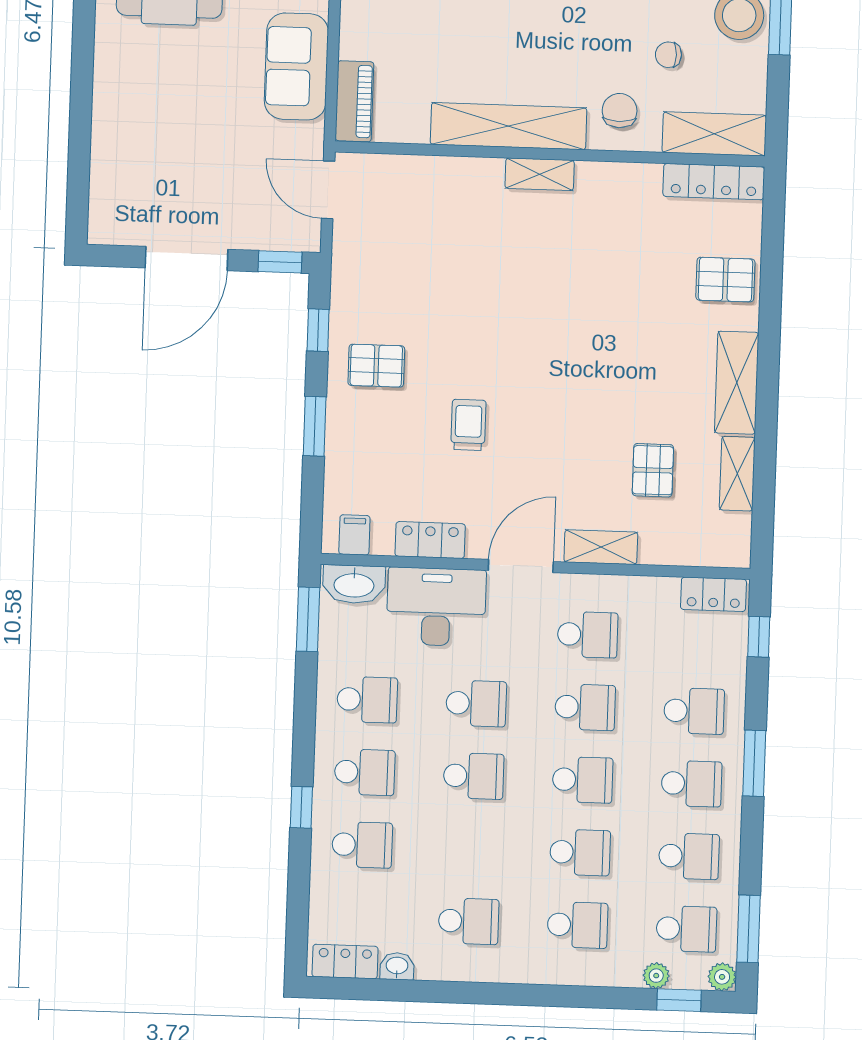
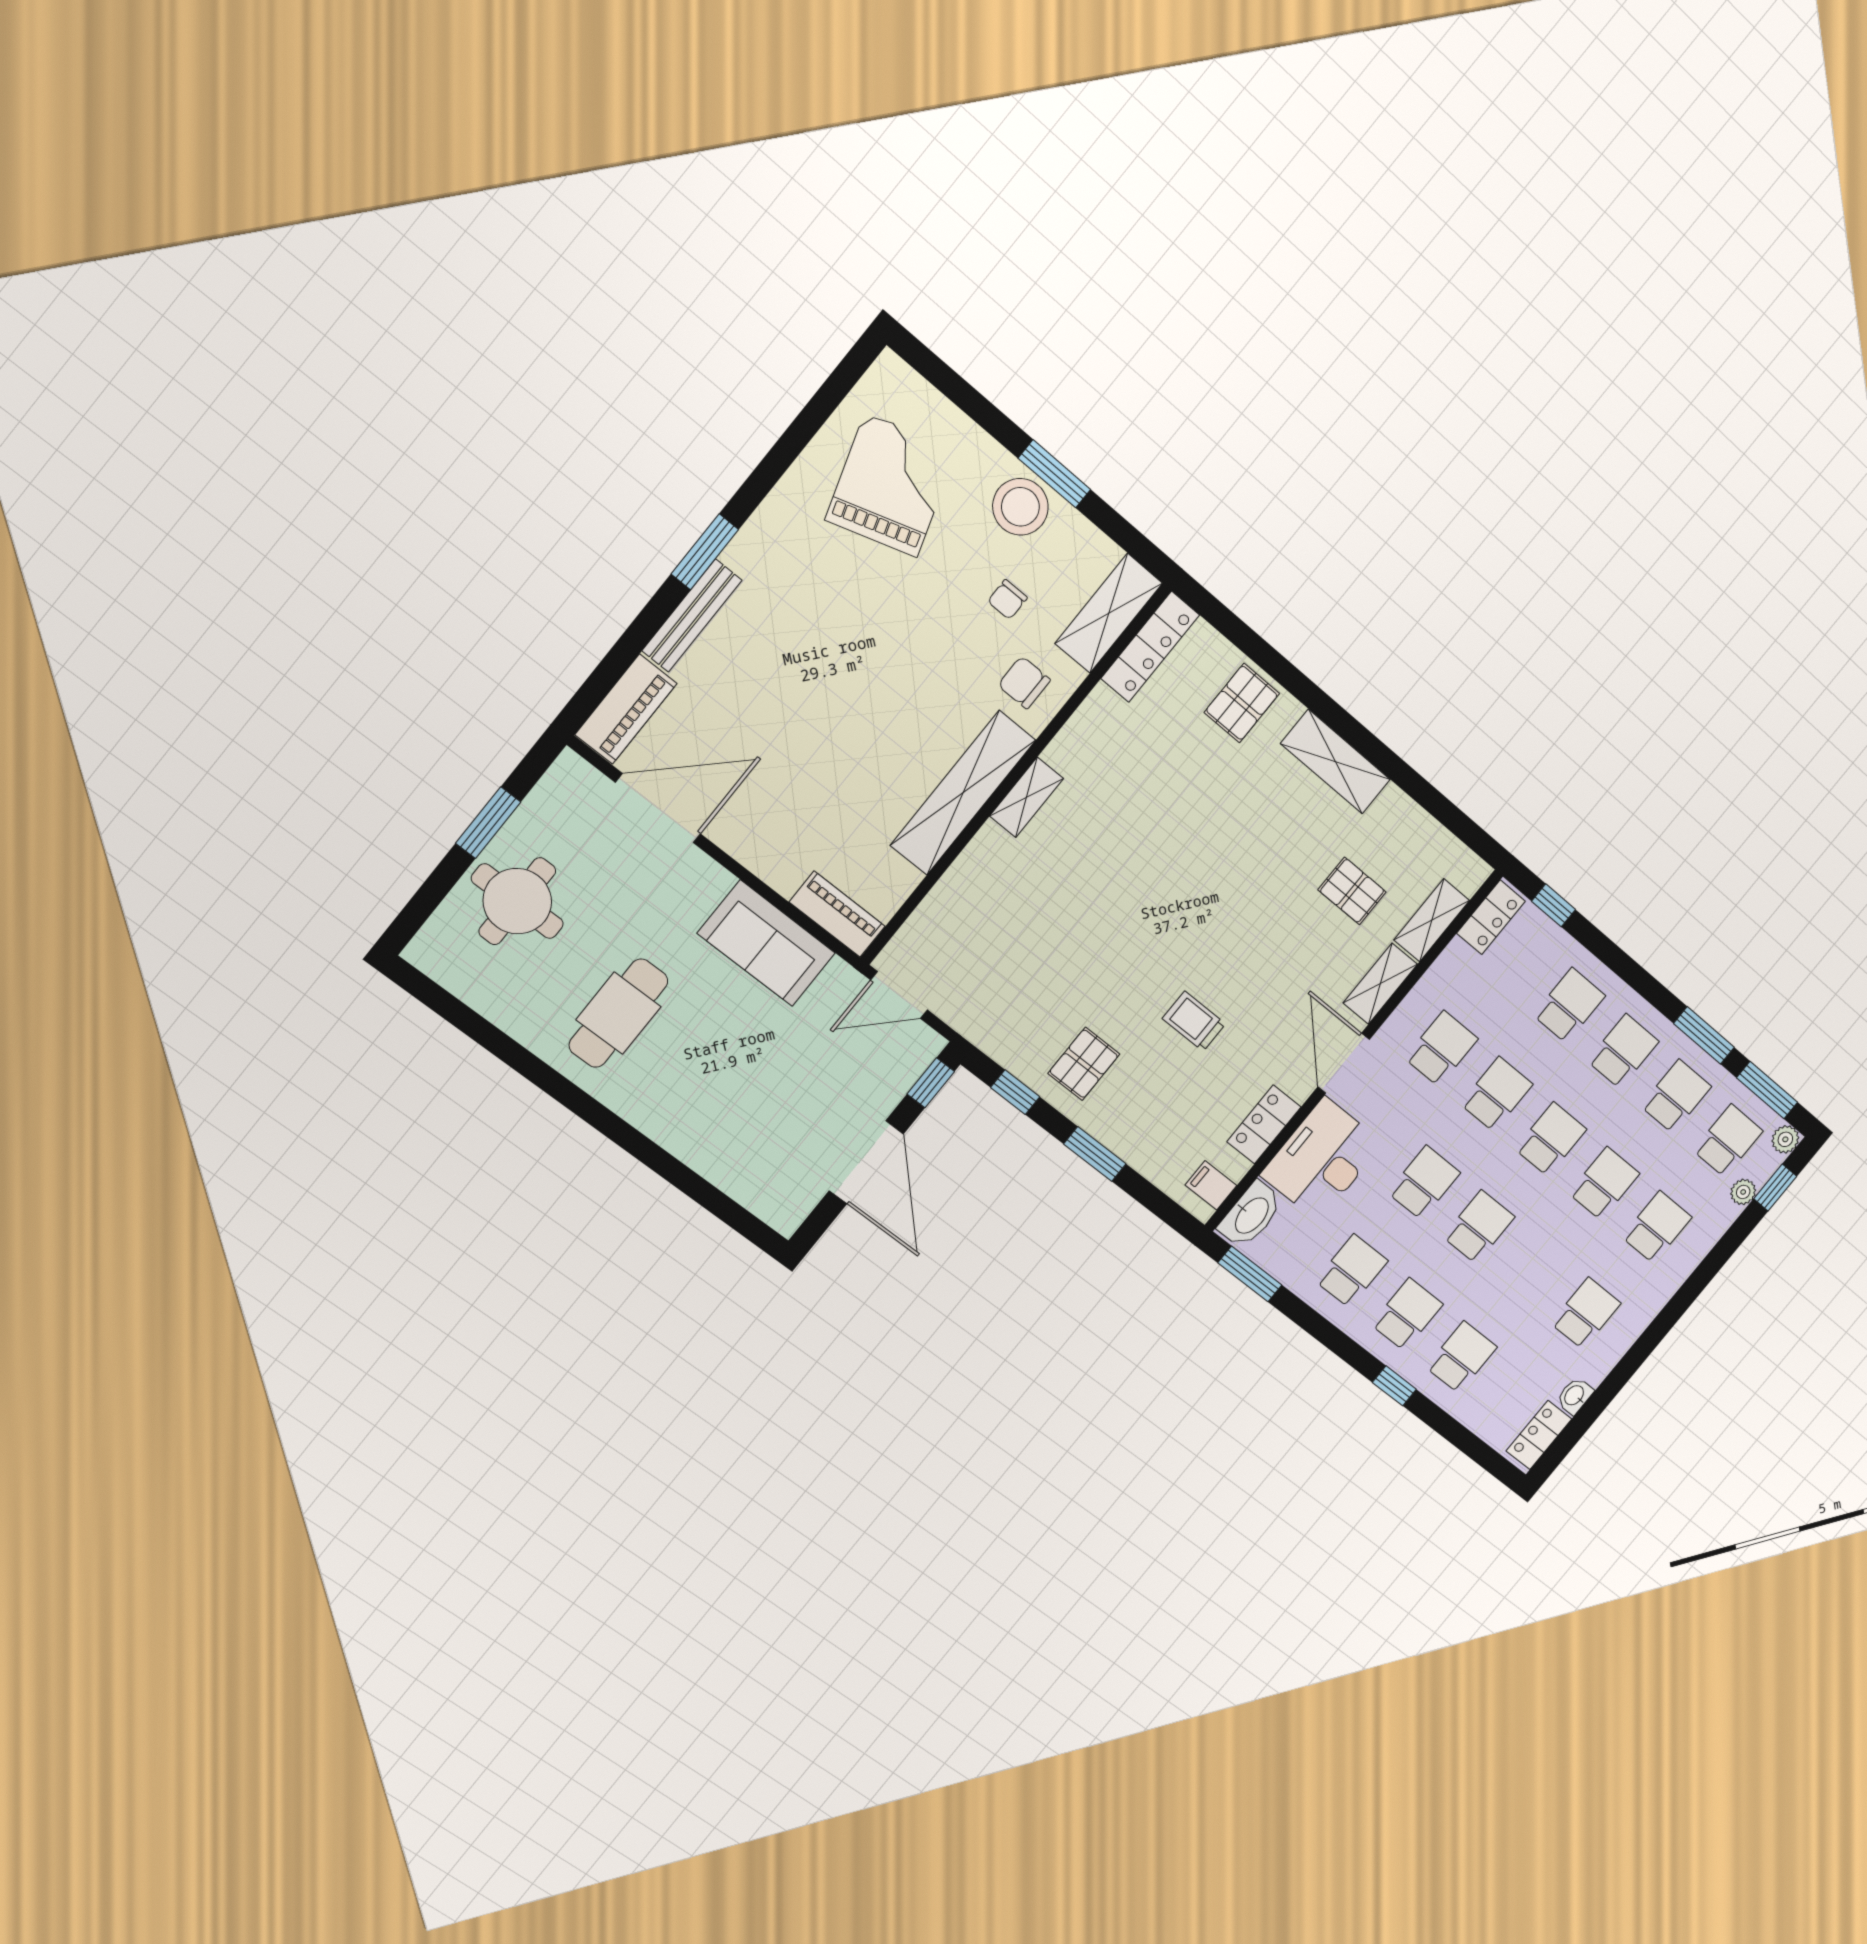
shelving: (737, 474) -> (1432, 920), moved, turned 90
window: (754, 763) -> (1704, 1035), moved

